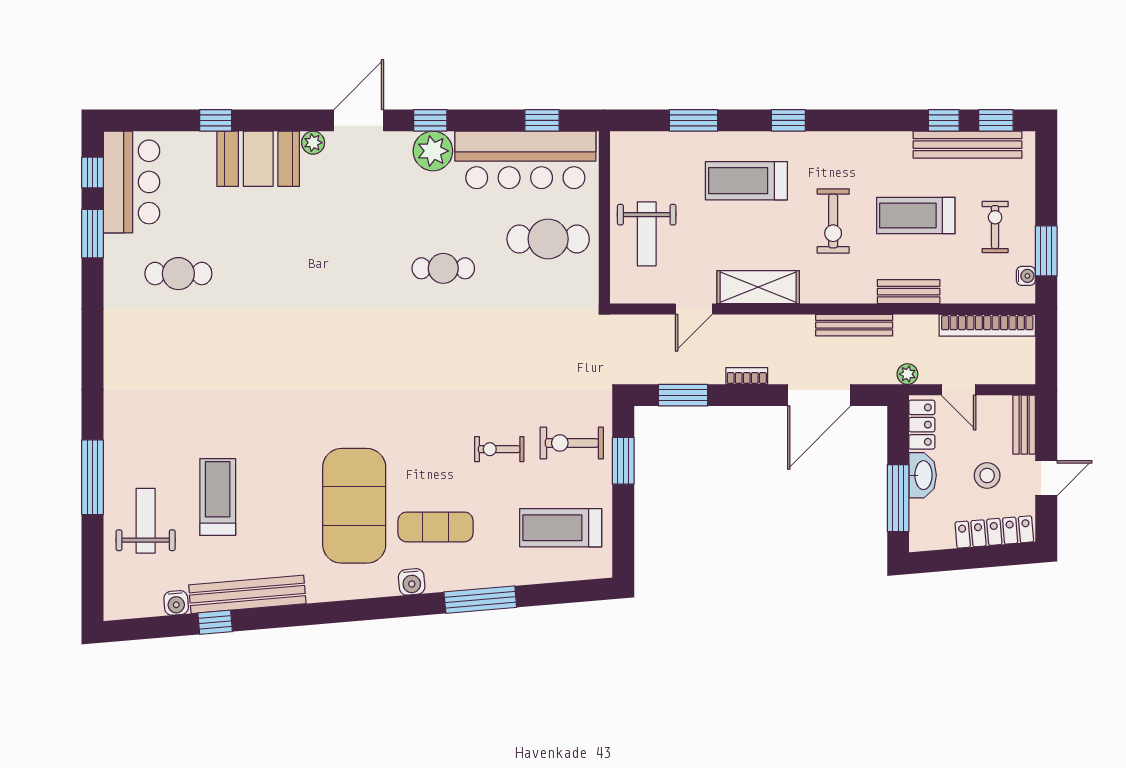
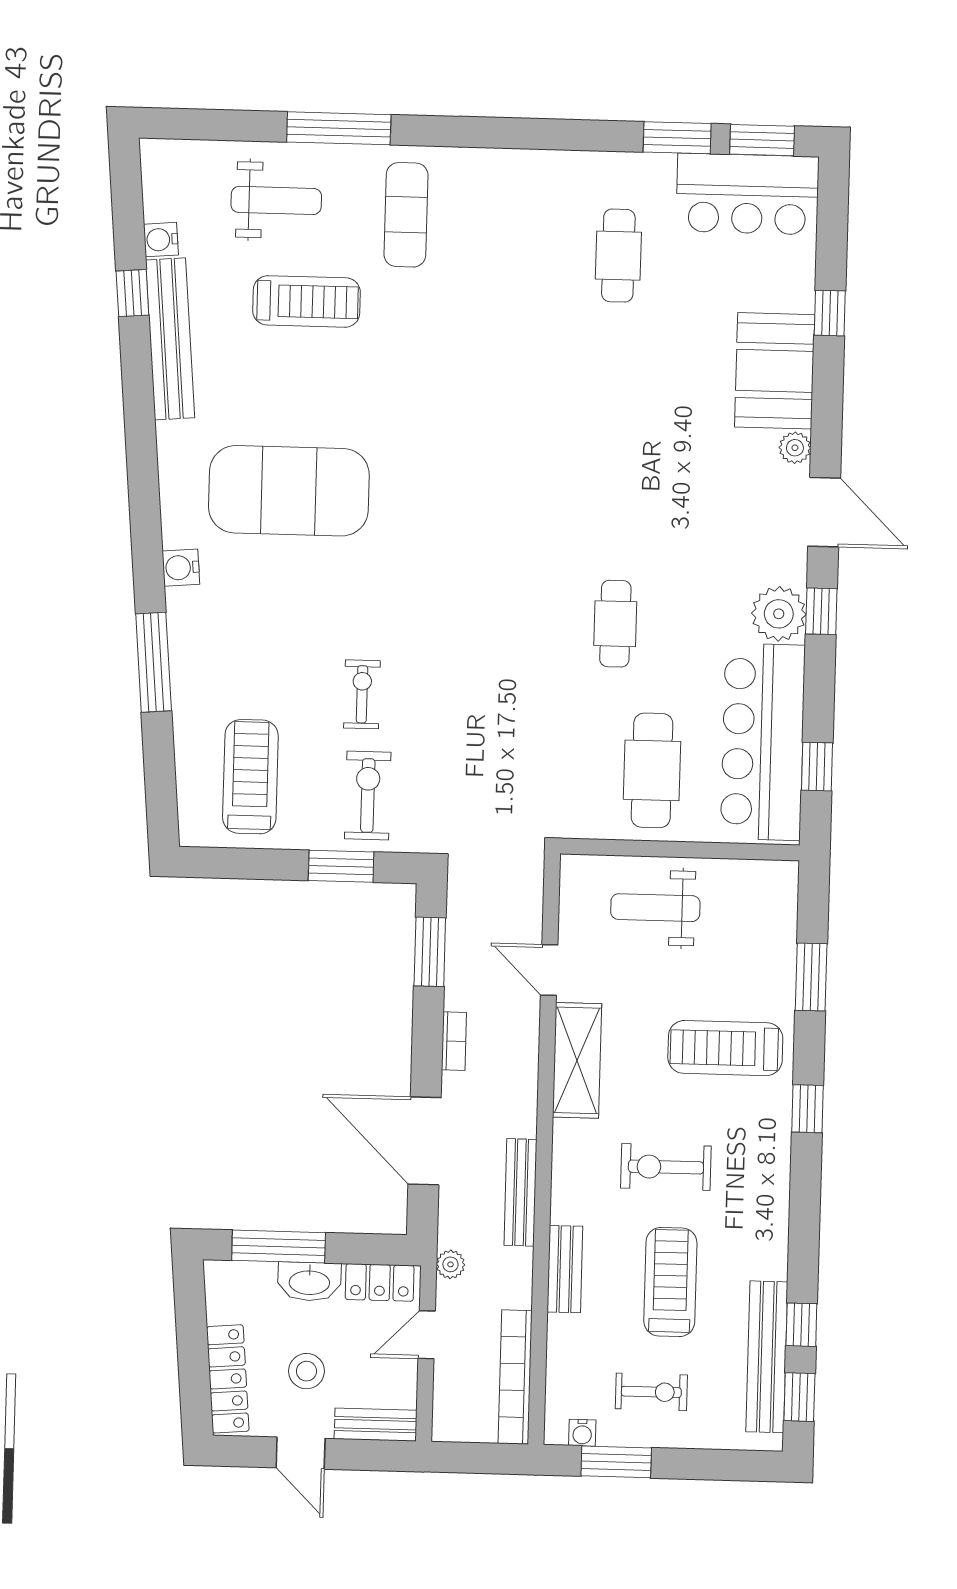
window: (92, 173) -> (762, 140), width x1.50
treadmill: (746, 181) -> (725, 1048), turned -90
exercise mat: (435, 527) -> (406, 215), moved

